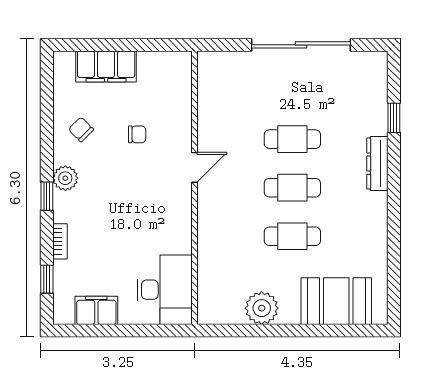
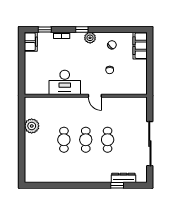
filing cabinet: (106, 66) -> (140, 46), moved
dresser: (377, 164) -> (123, 178), moved
desk: (165, 290) -> (65, 82), moved
booth: (336, 301) -> (35, 159), removed
filing cabinet: (96, 310) -> (31, 42), moved

